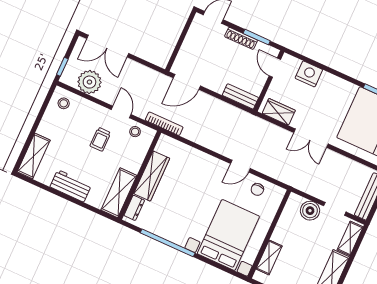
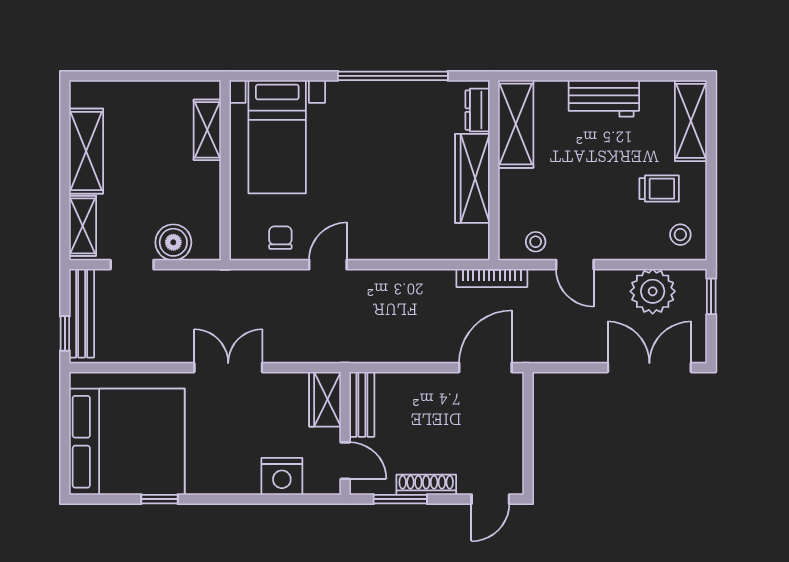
bench: (240, 96) -> (362, 404), moved, turned 90
wardrobe: (279, 112) -> (325, 399), moved, turned 90
trolley: (100, 139) -> (659, 189), moved, turned 90
bed with nightstands: (228, 235) -> (277, 137), width x0.73

